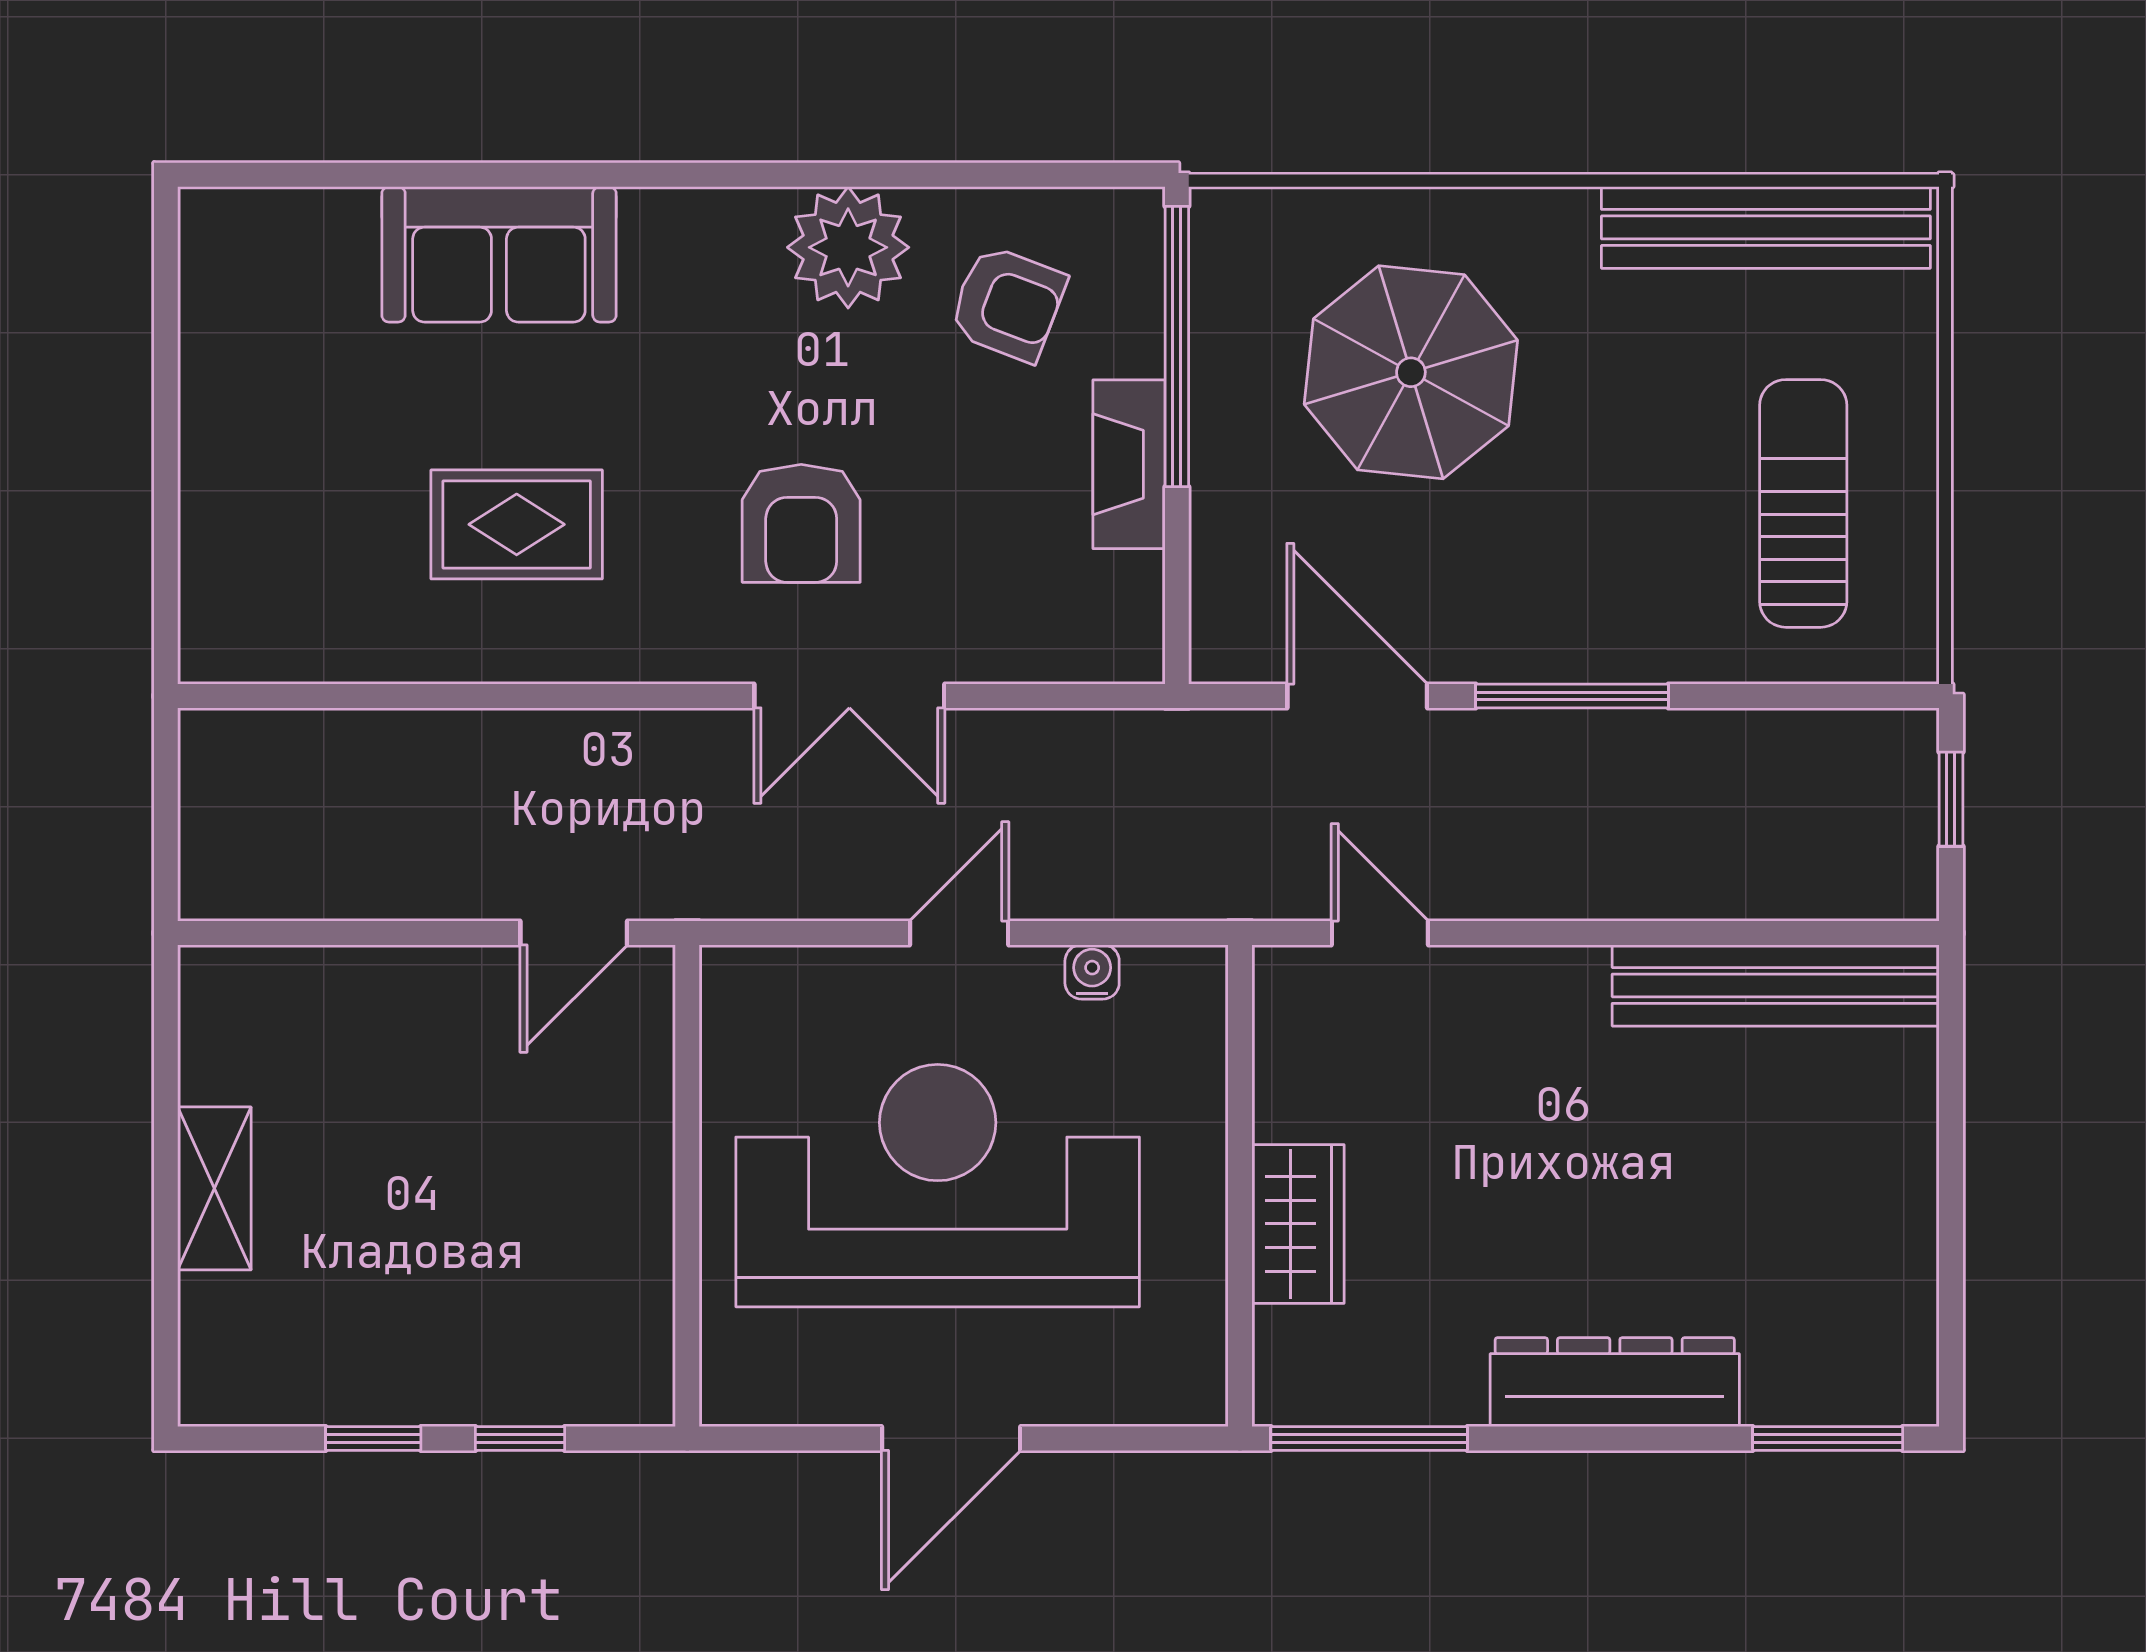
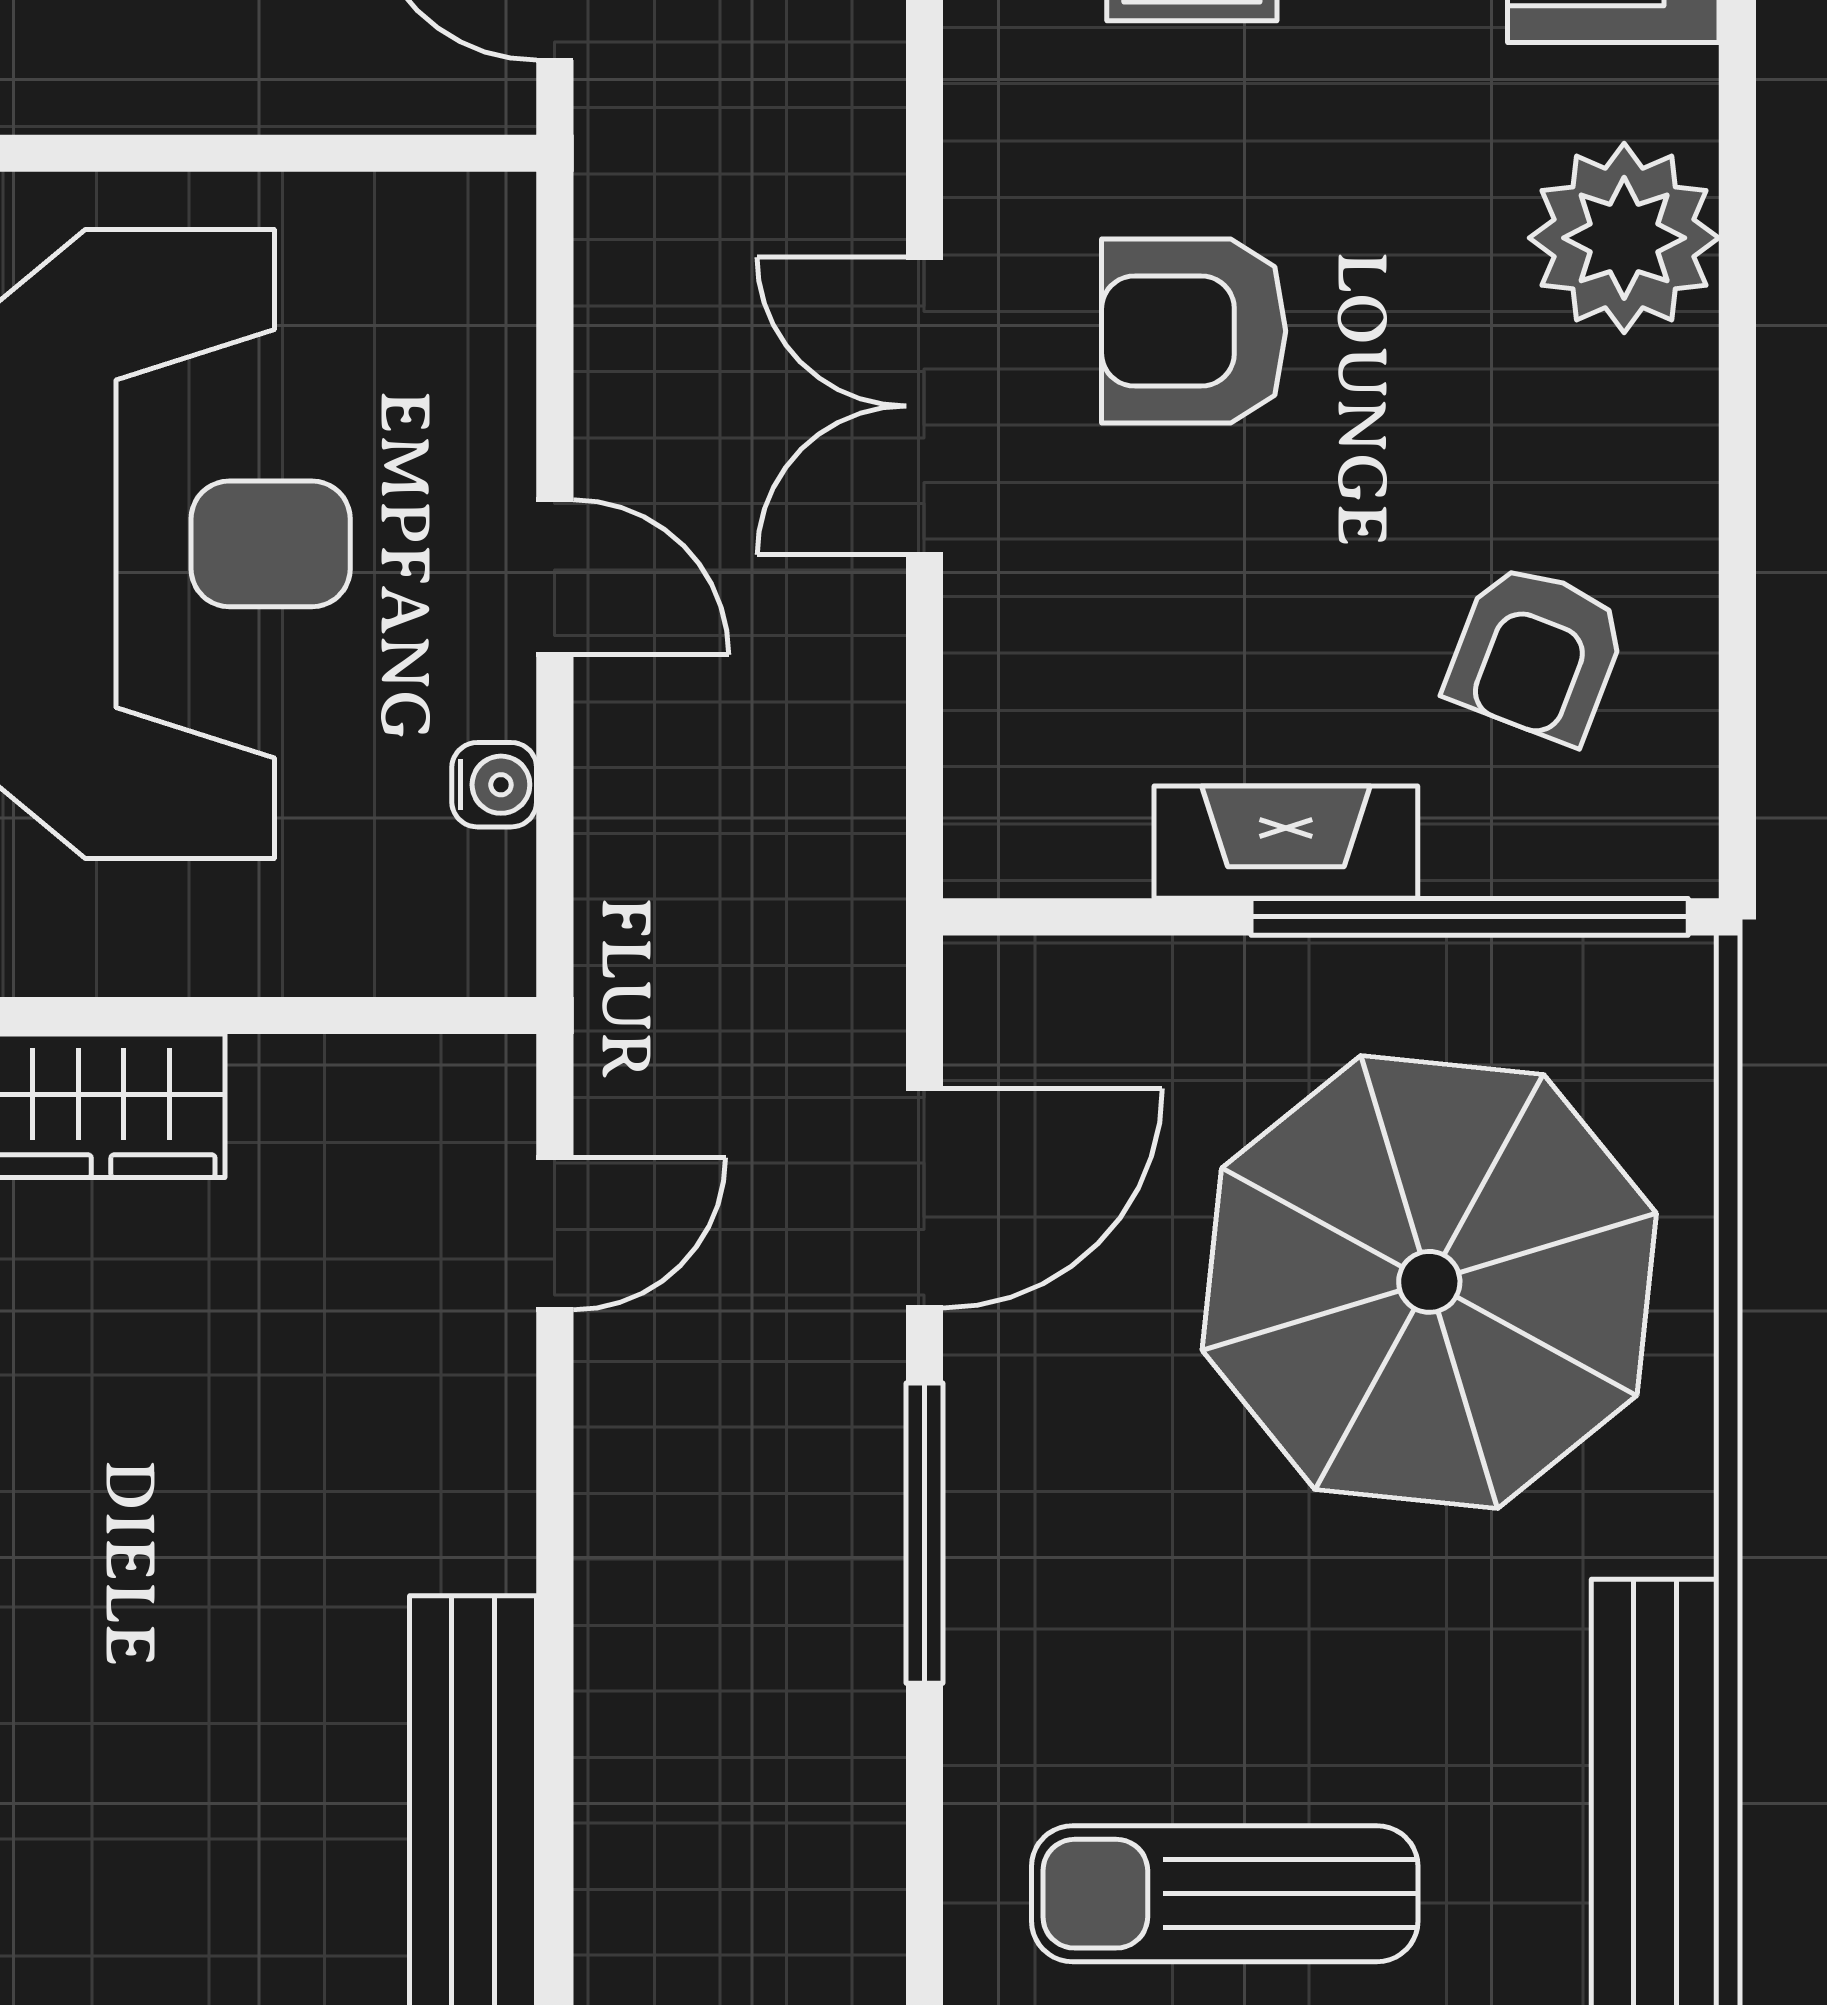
plant: (848, 247) -> (1624, 238), moved
parasol: (1411, 372) -> (1429, 1282), width x1.36, depth x1.36
sun lounger: (1803, 503) -> (1225, 1894), turned 180

